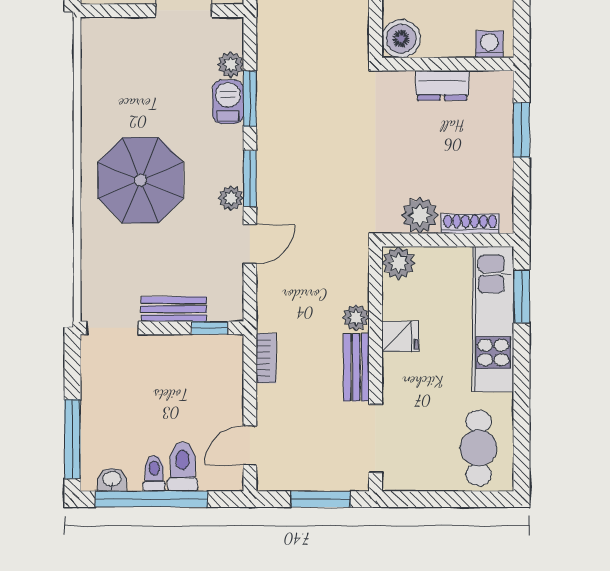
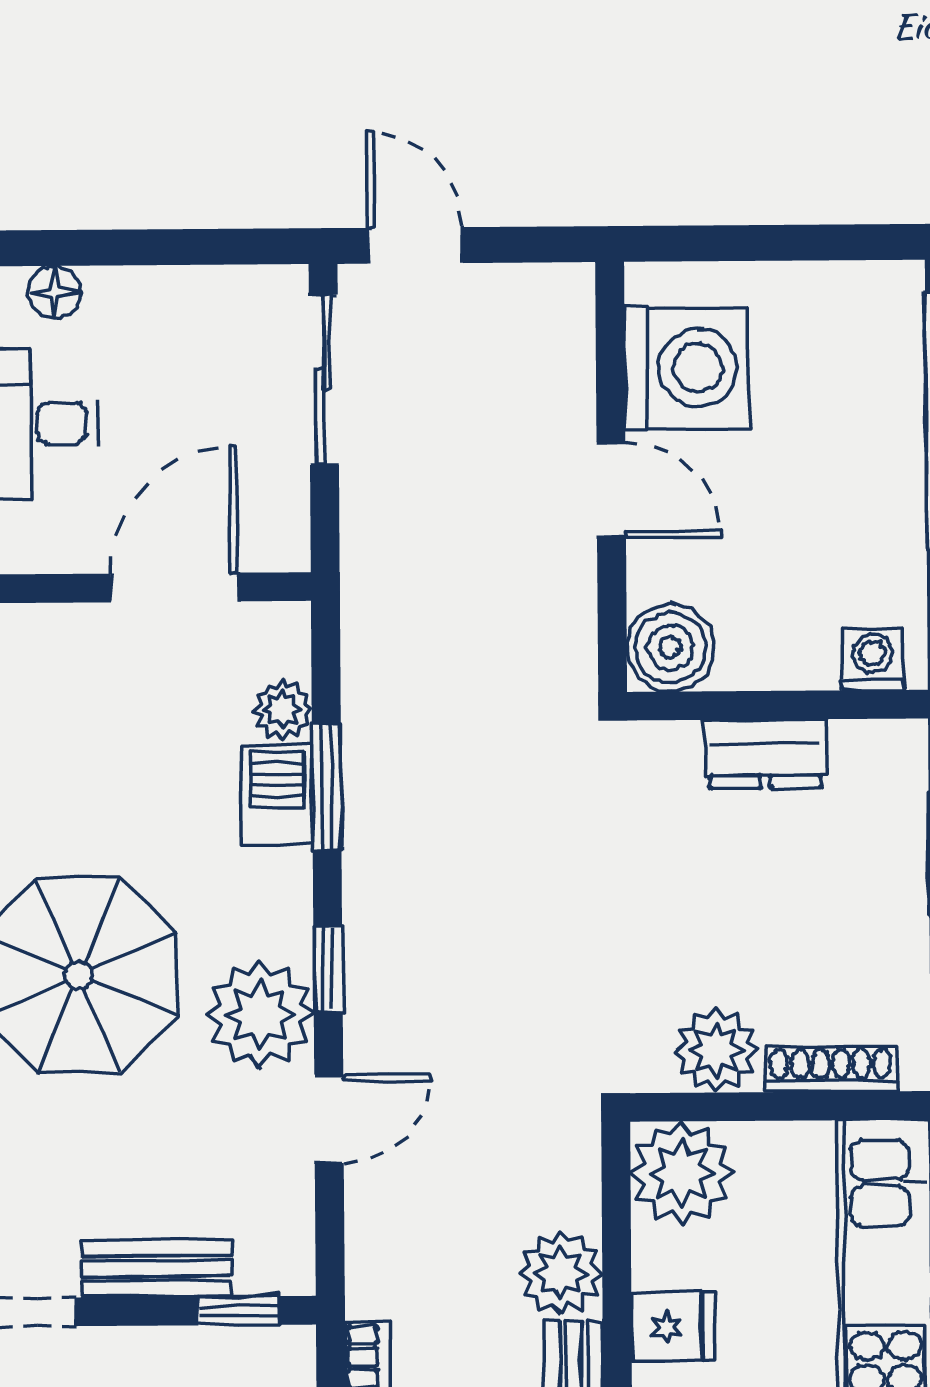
window: (250, 179) -> (328, 969), width x0.67
plant: (231, 198) -> (260, 1014), width x1.88, depth x1.88
plant: (398, 263) -> (682, 1173), width x1.36, depth x1.36
plant: (356, 317) -> (561, 1273), width x1.38, depth x1.38

